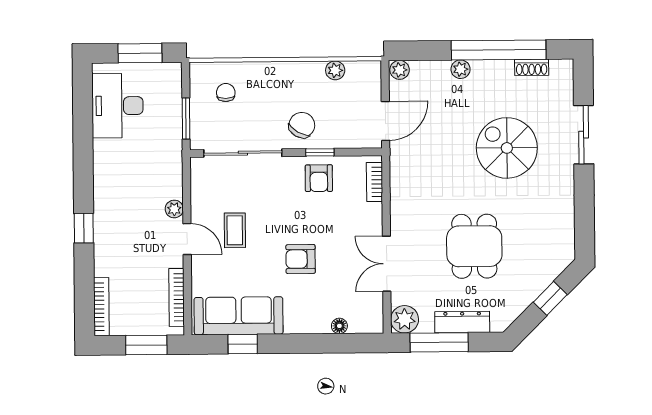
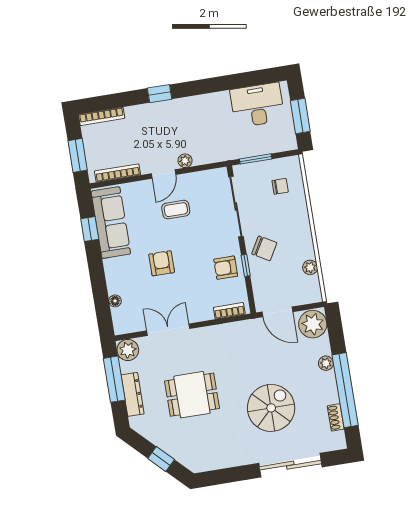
plant: (400, 70) -> (313, 324), width x1.88, depth x1.88
sliding door: (584, 135) -> (290, 465), width x1.37

